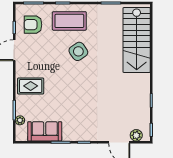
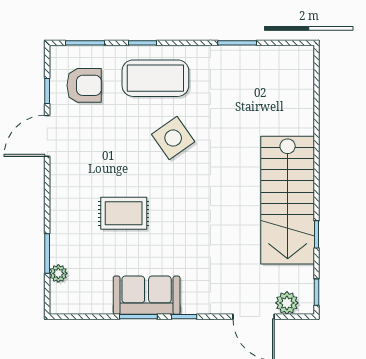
armchair: (33, 25) -> (84, 85), turned 180
stairs: (137, 40) -> (288, 200), moved
rug: (31, 86) -> (124, 213), moved
sofa: (45, 131) -> (147, 295), moved

